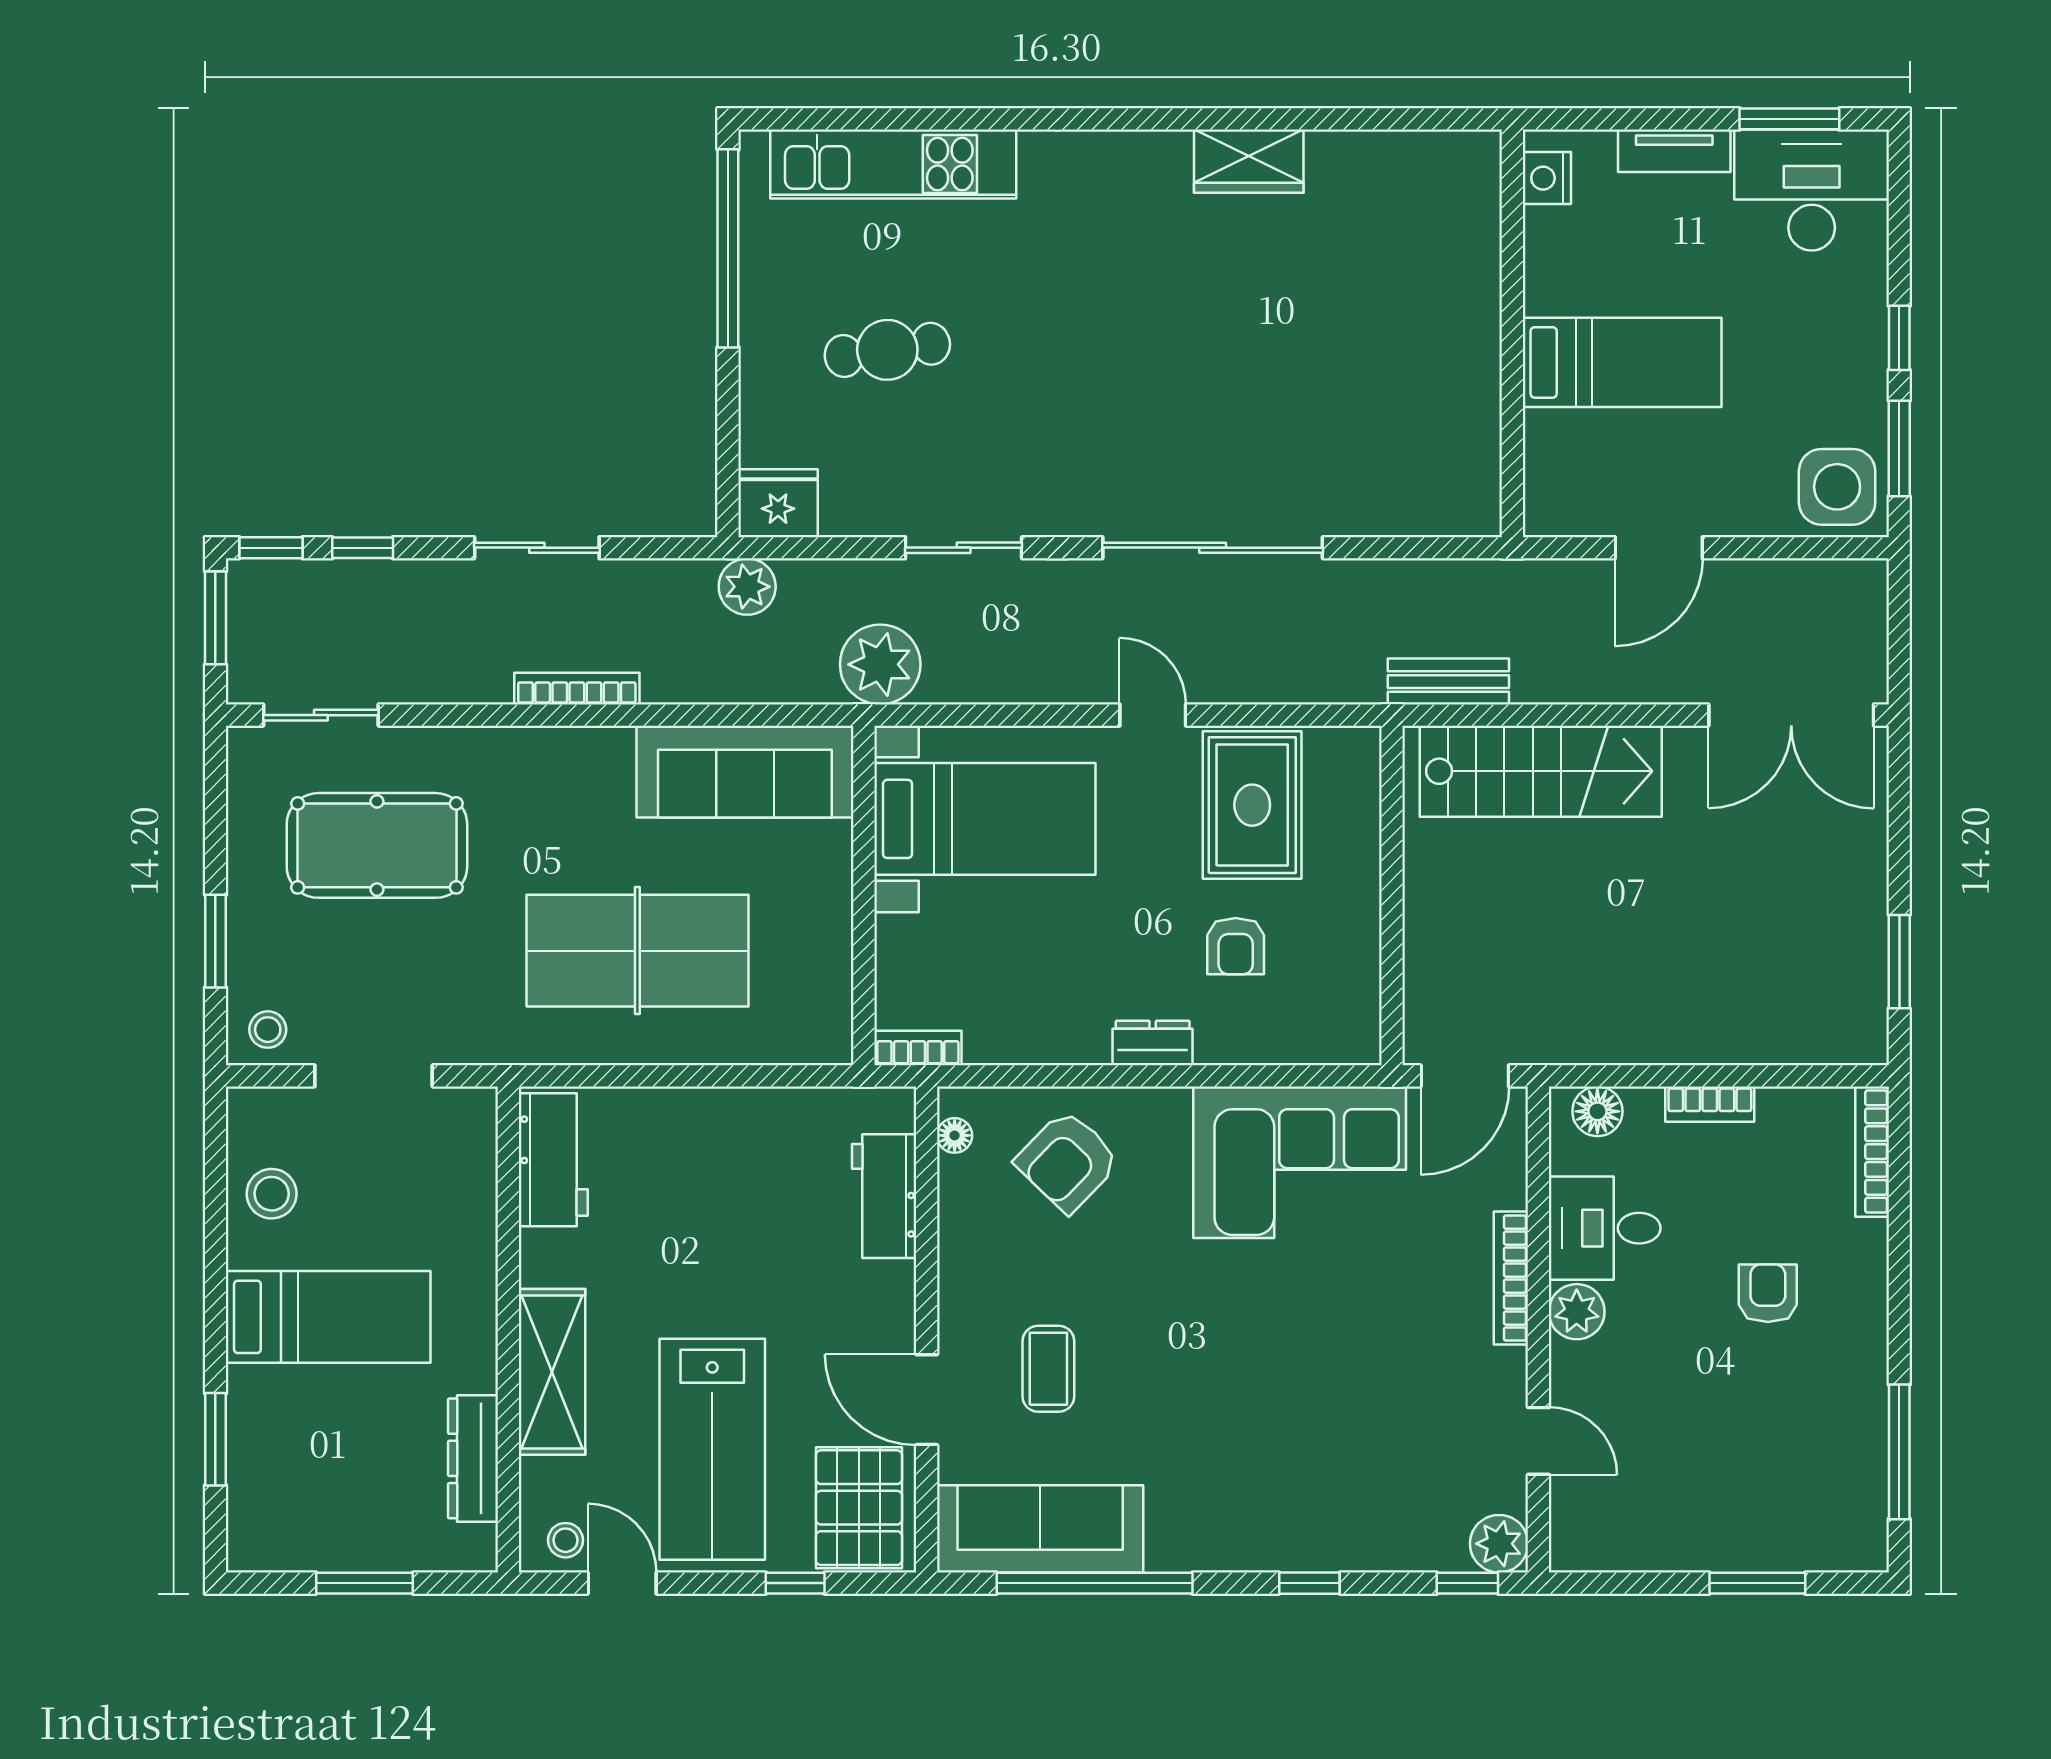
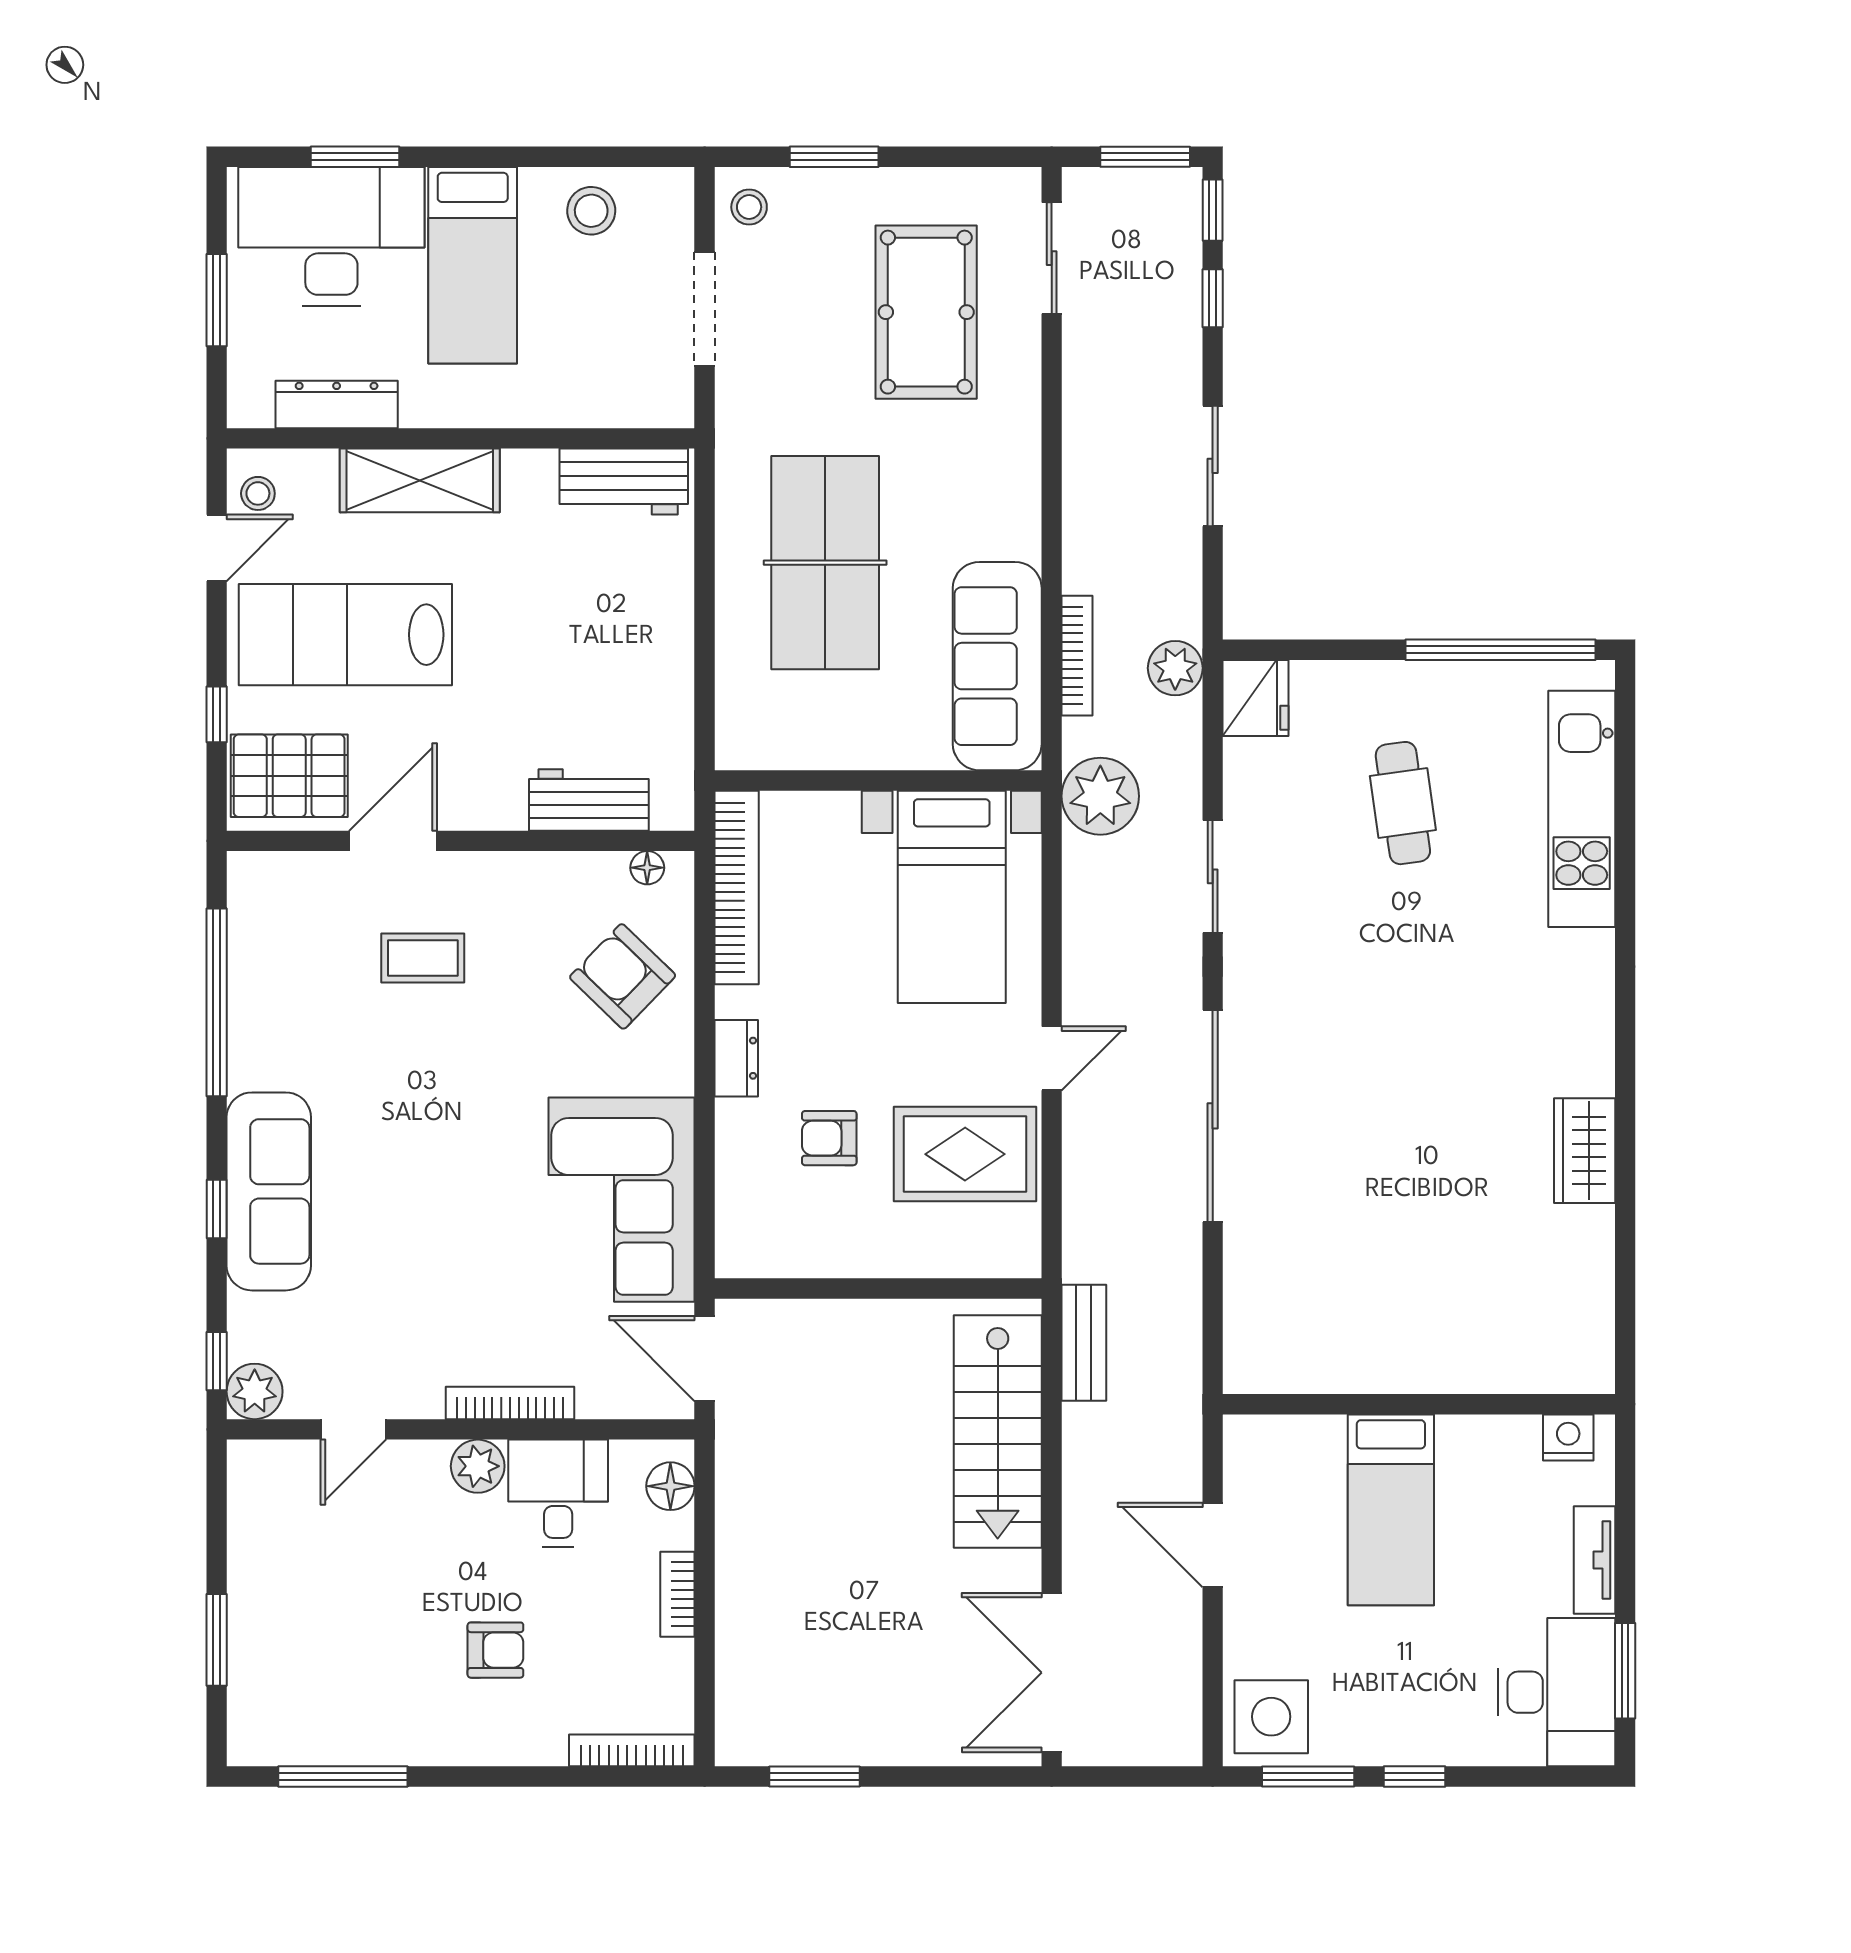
bookcase: (577, 689) -> (1077, 656), moved
bookcase: (918, 1048) -> (737, 887), width x2.31, depth x1.31
desk: (298, 1464) -> (331, 236), added
sofa: (1040, 1529) -> (269, 1191), moved

